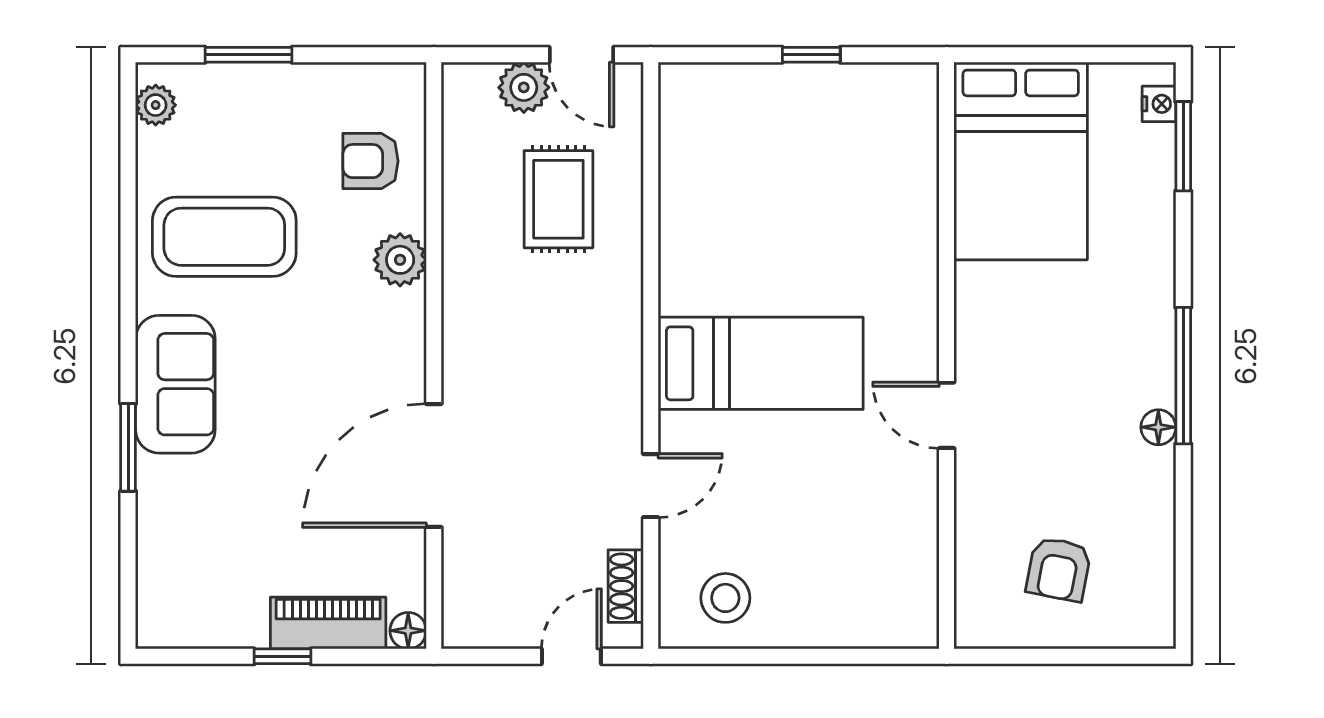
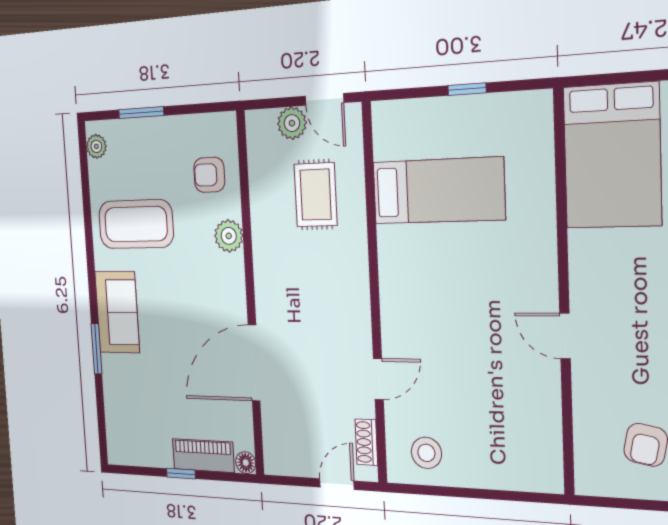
bed: (761, 363) -> (438, 191), moved

